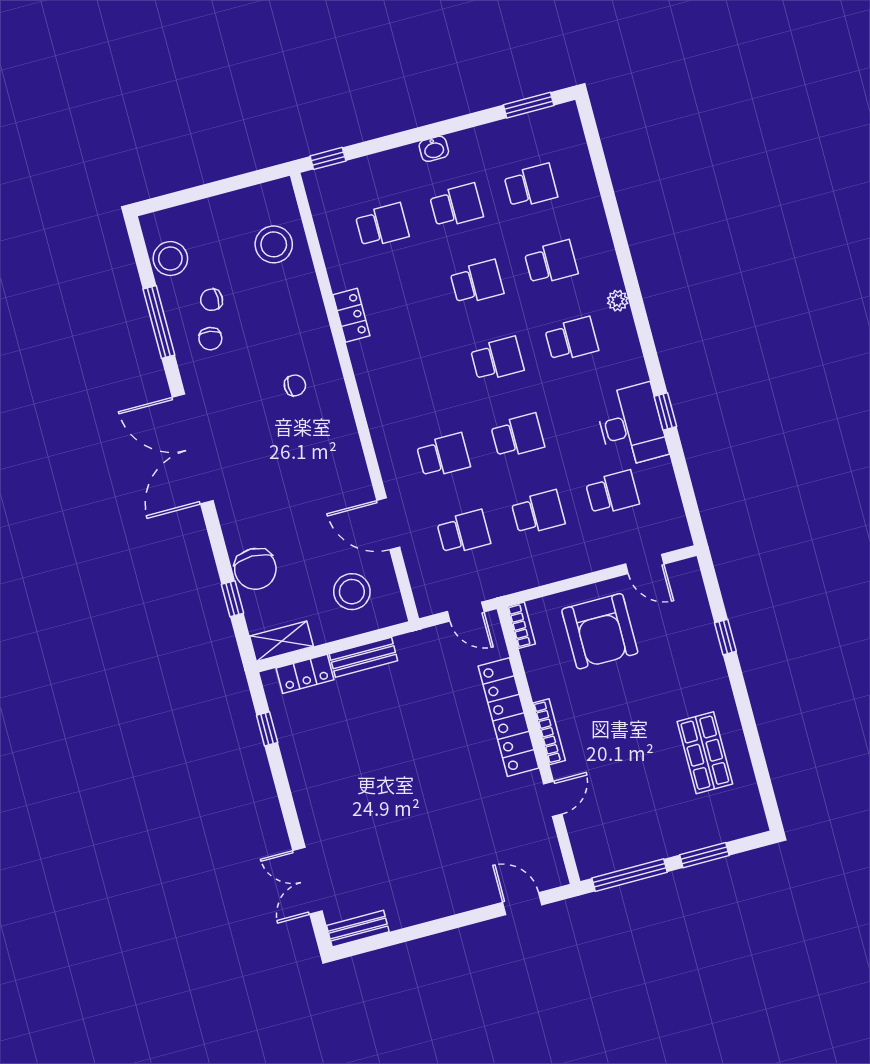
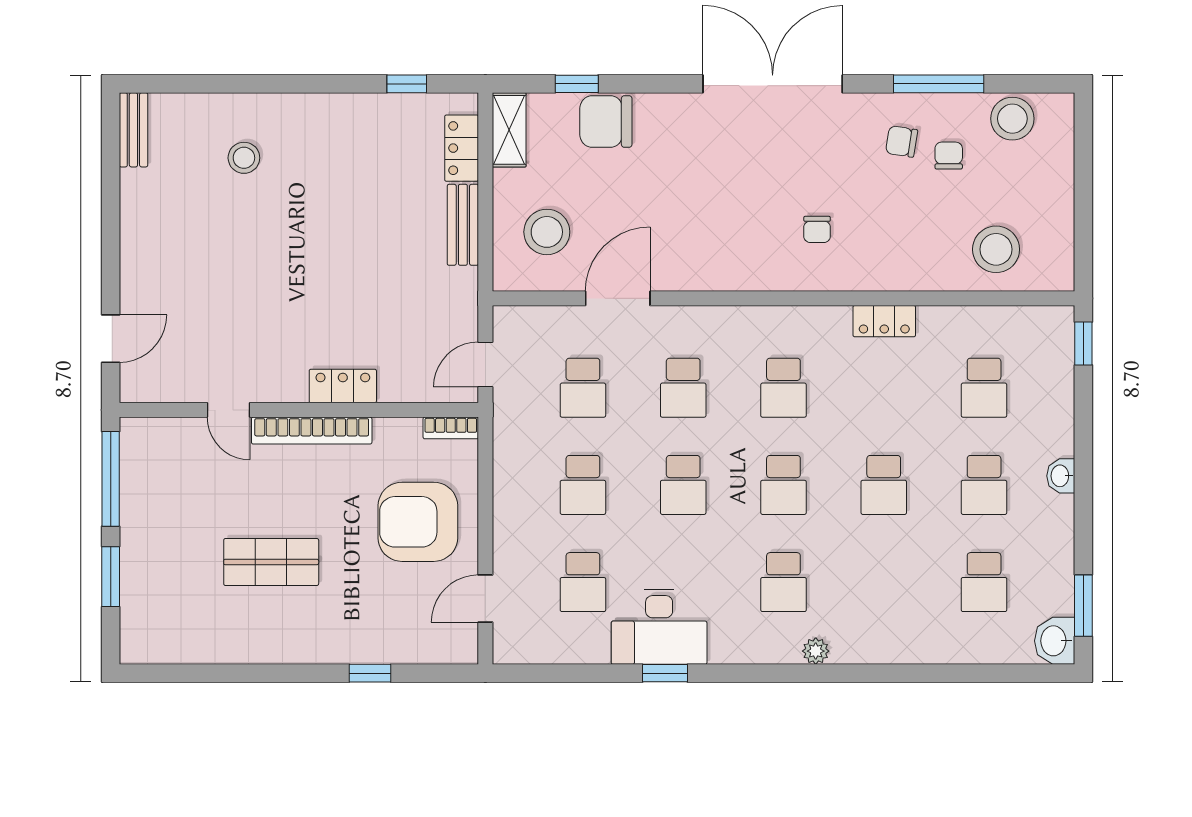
washbasin: (561, 120) -> (1055, 641), added
school desk: (551, 263) -> (783, 388), moved
locker: (509, 717) -> (343, 386), width x0.46, depth x0.83
bookcase: (549, 732) -> (312, 431), width x1.48, depth x1.31
shop shelf: (705, 753) -> (271, 562), moved
stool: (357, 838) -> (244, 158), added
double door: (308, 881) -> (208, 84), removed

